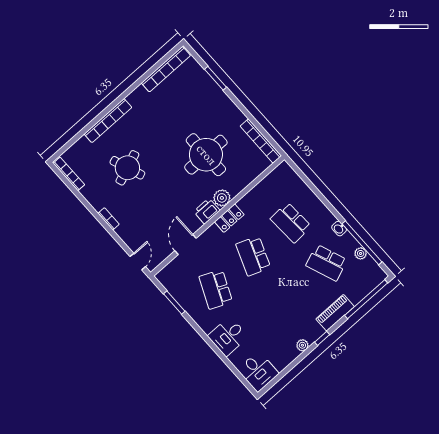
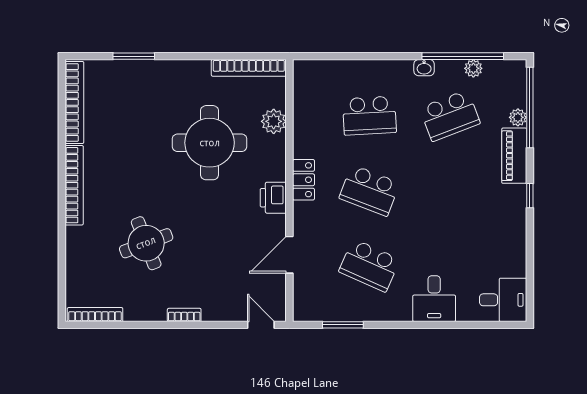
bookcase: (108, 121) -> (74, 185), moved
plant: (222, 198) -> (274, 121), moved
door: (185, 244) -> (289, 255), hinge flipped
plant: (302, 345) -> (518, 117), moved

